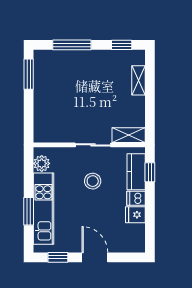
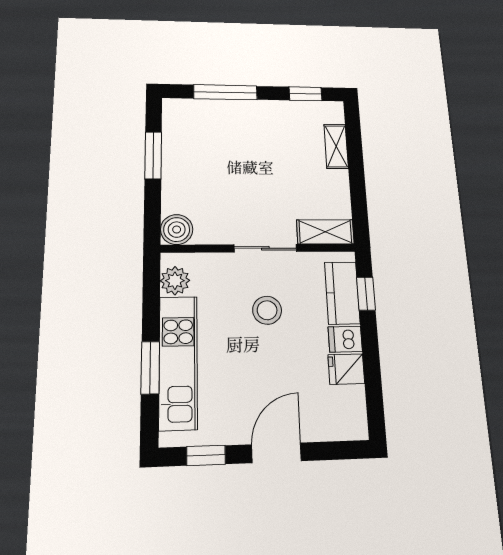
window: (29, 74) -> (153, 155), moved
boiler: (42, 133) -> (177, 230), added
door: (95, 257) -> (277, 453), hinge flipped

